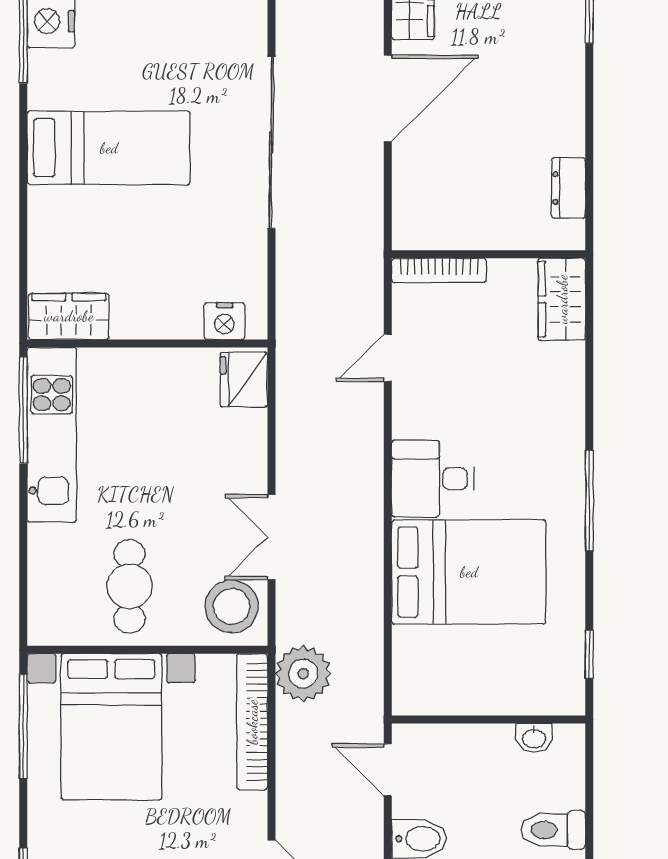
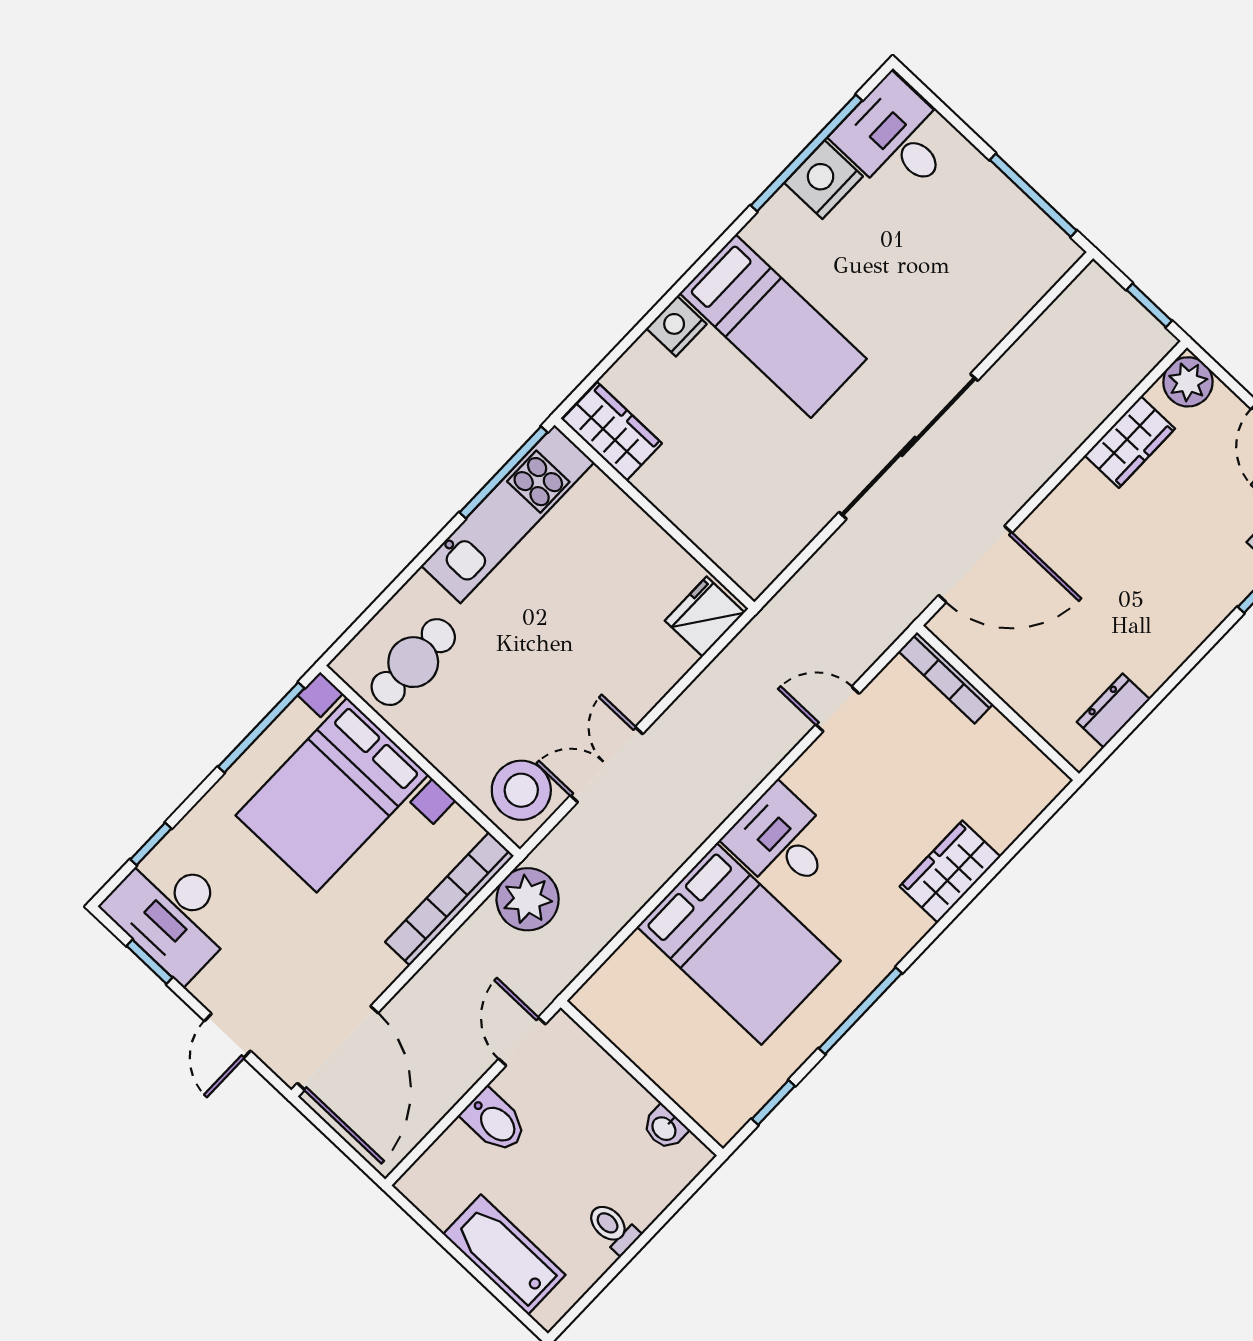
door: (388, 98) -> (975, 564), moved
wardrobe: (562, 299) -> (950, 872), moved
nightstand: (224, 321) -> (676, 326), moved, turned 90
window: (589, 501) -> (860, 1011), moved
cafe table: (130, 586) -> (413, 662), moved
toilet: (553, 830) -> (613, 1228), width x0.73, depth x0.72

